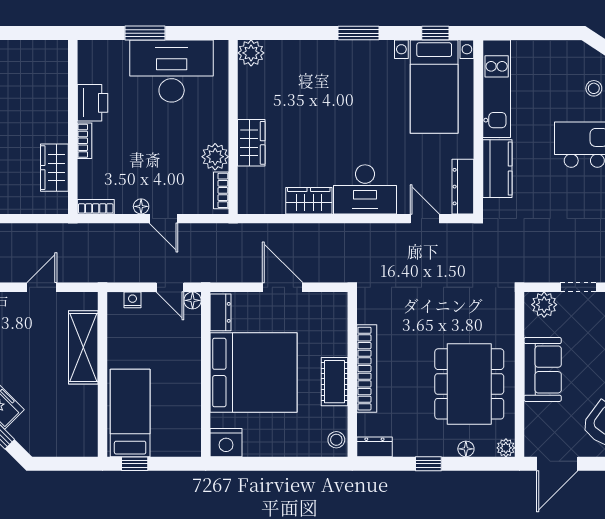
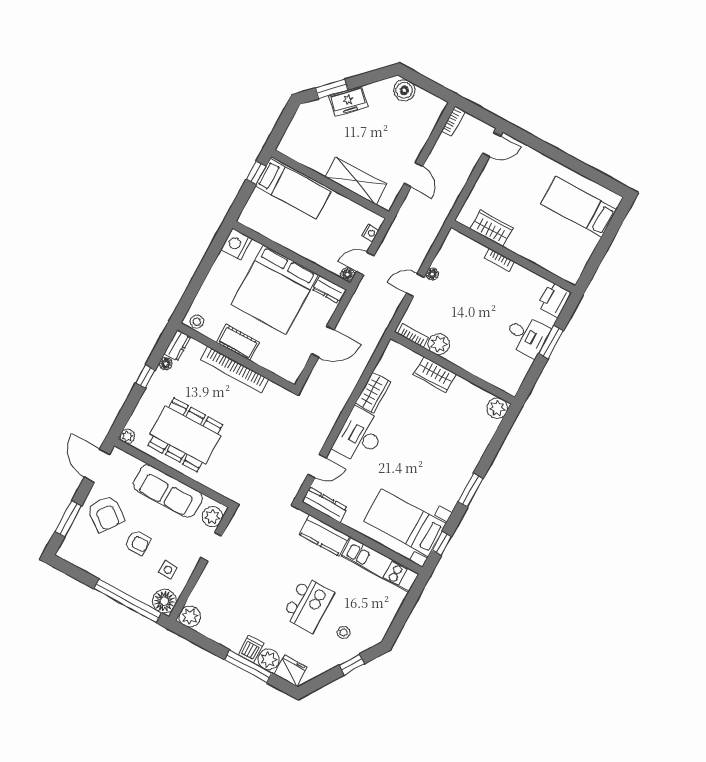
desk: (172, 71) -> (527, 335), width x0.53, depth x0.77
printer: (92, 103) -> (554, 300), moved, turned 90
bookcase: (96, 207) -> (449, 242), removed
sofa: (543, 369) -> (168, 491), width x1.36
floor lamp: (466, 449) -> (166, 364), moved

